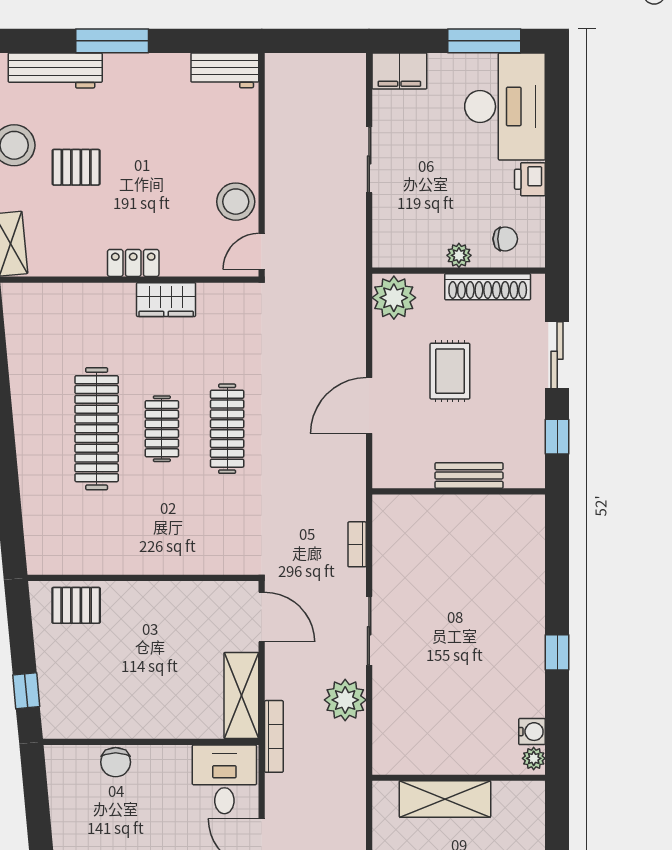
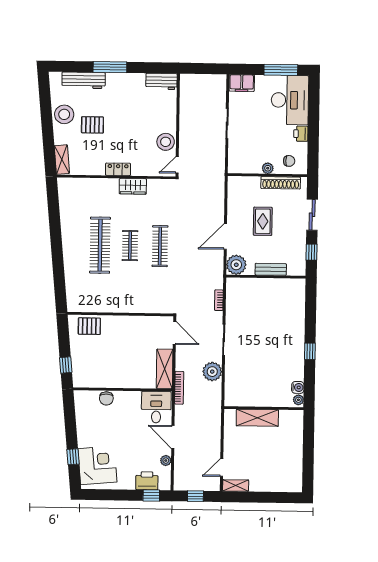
plant: (394, 298) -> (236, 265), moved

